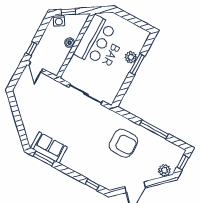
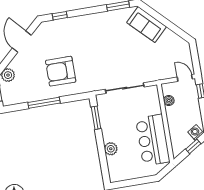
boiler: (70, 43) -> (169, 101), moved
window: (137, 64) -> (96, 118), moved
sofa: (49, 147) -> (147, 25), moved, turned 45

